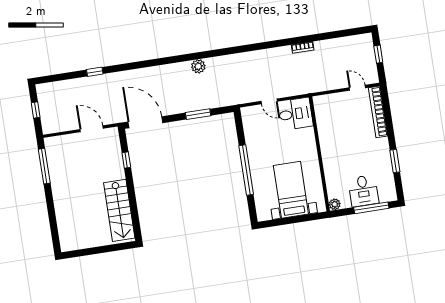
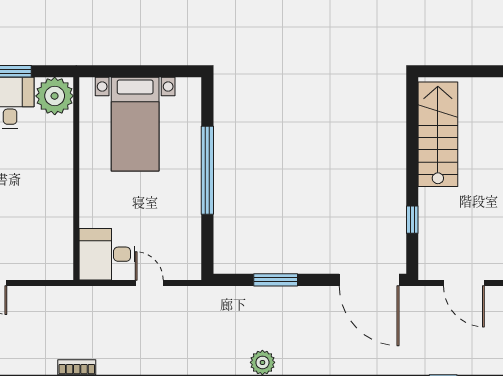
plant: (335, 204) -> (55, 96), width x1.88, depth x1.88

